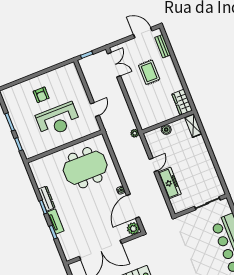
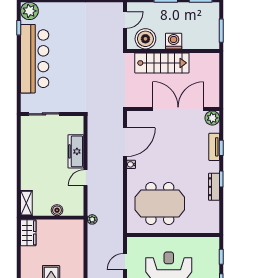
tv unit: (56, 221) -> (214, 147), moved
plant: (133, 229) -> (212, 118), moved

